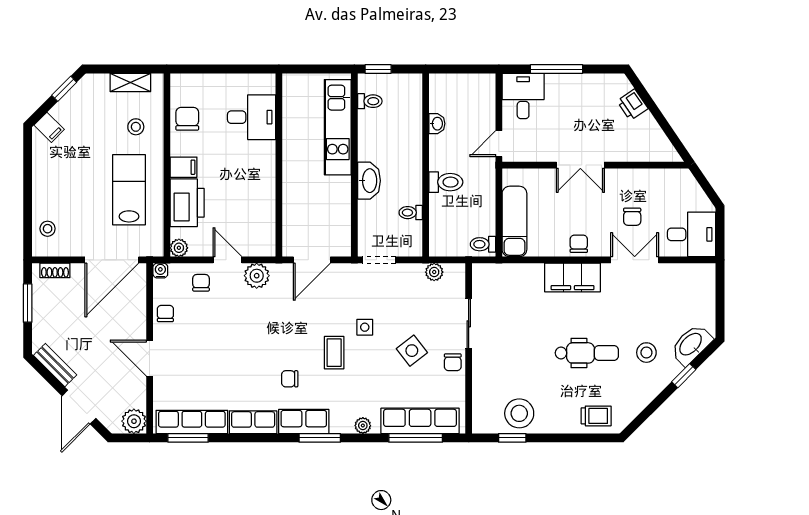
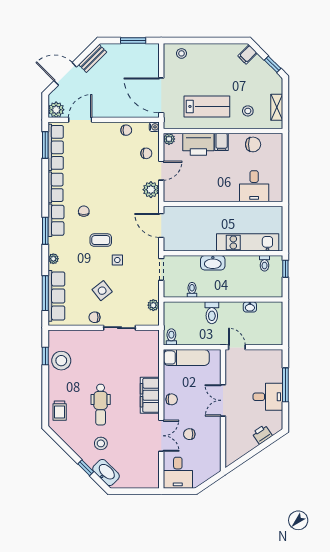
desk: (523, 96) -> (268, 397), moved
shoe rack: (55, 270) -> (154, 58), removed
door: (150, 358) -> (80, 120), moved

